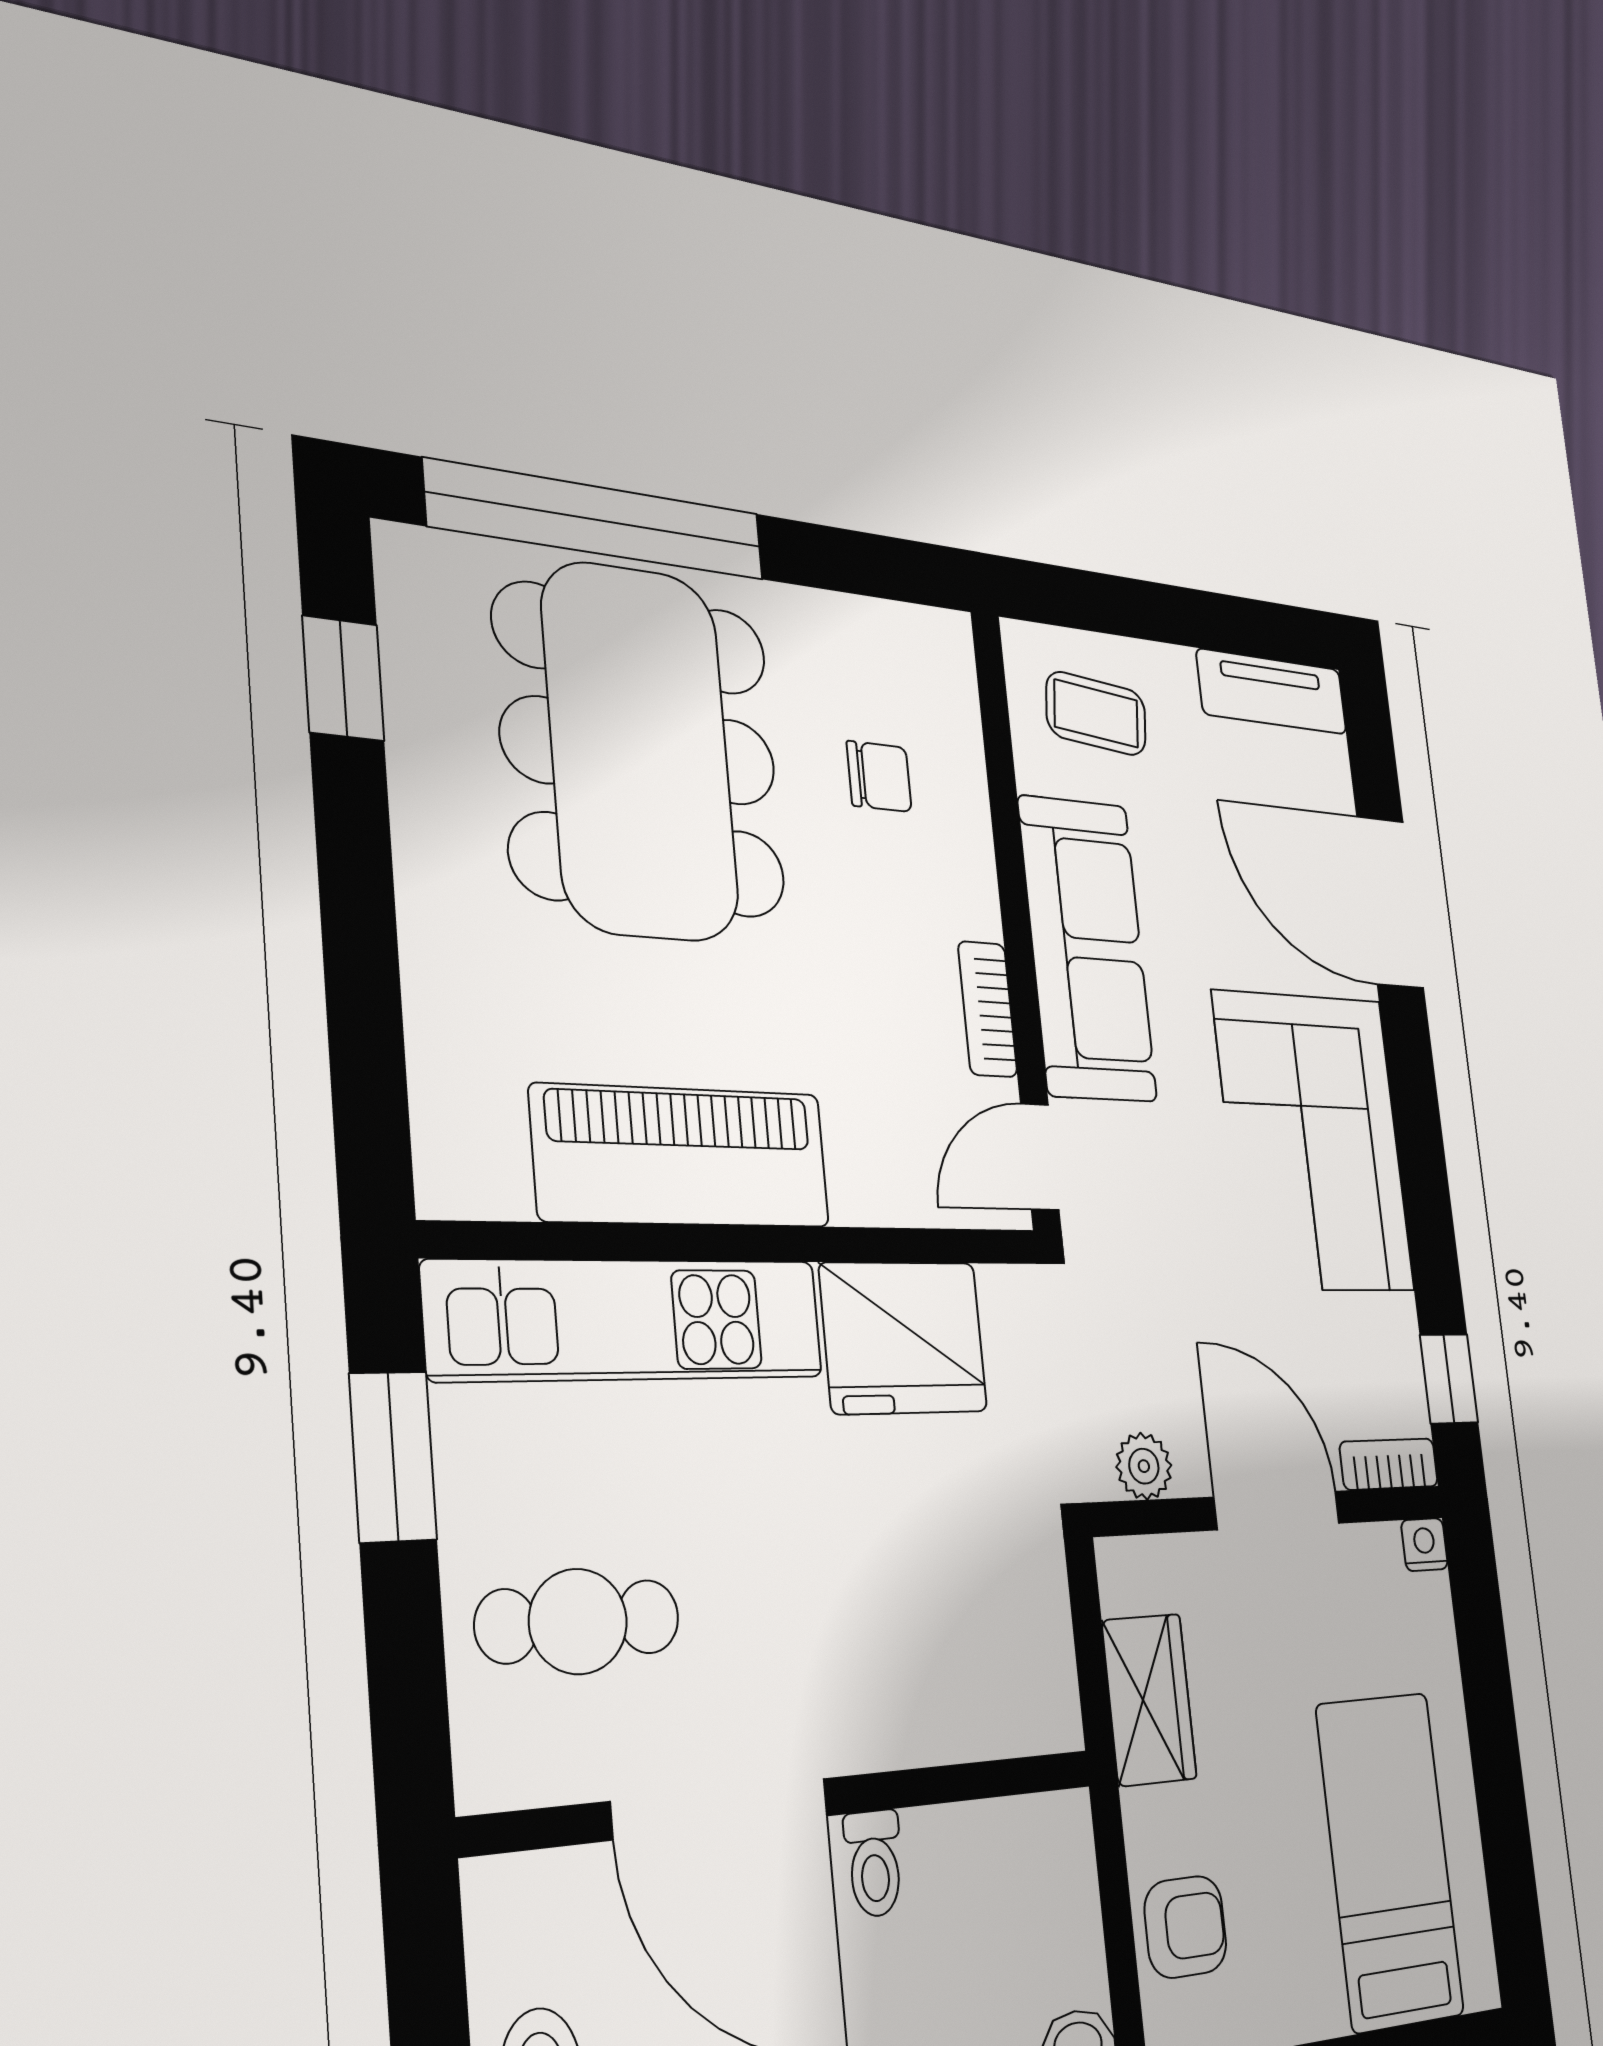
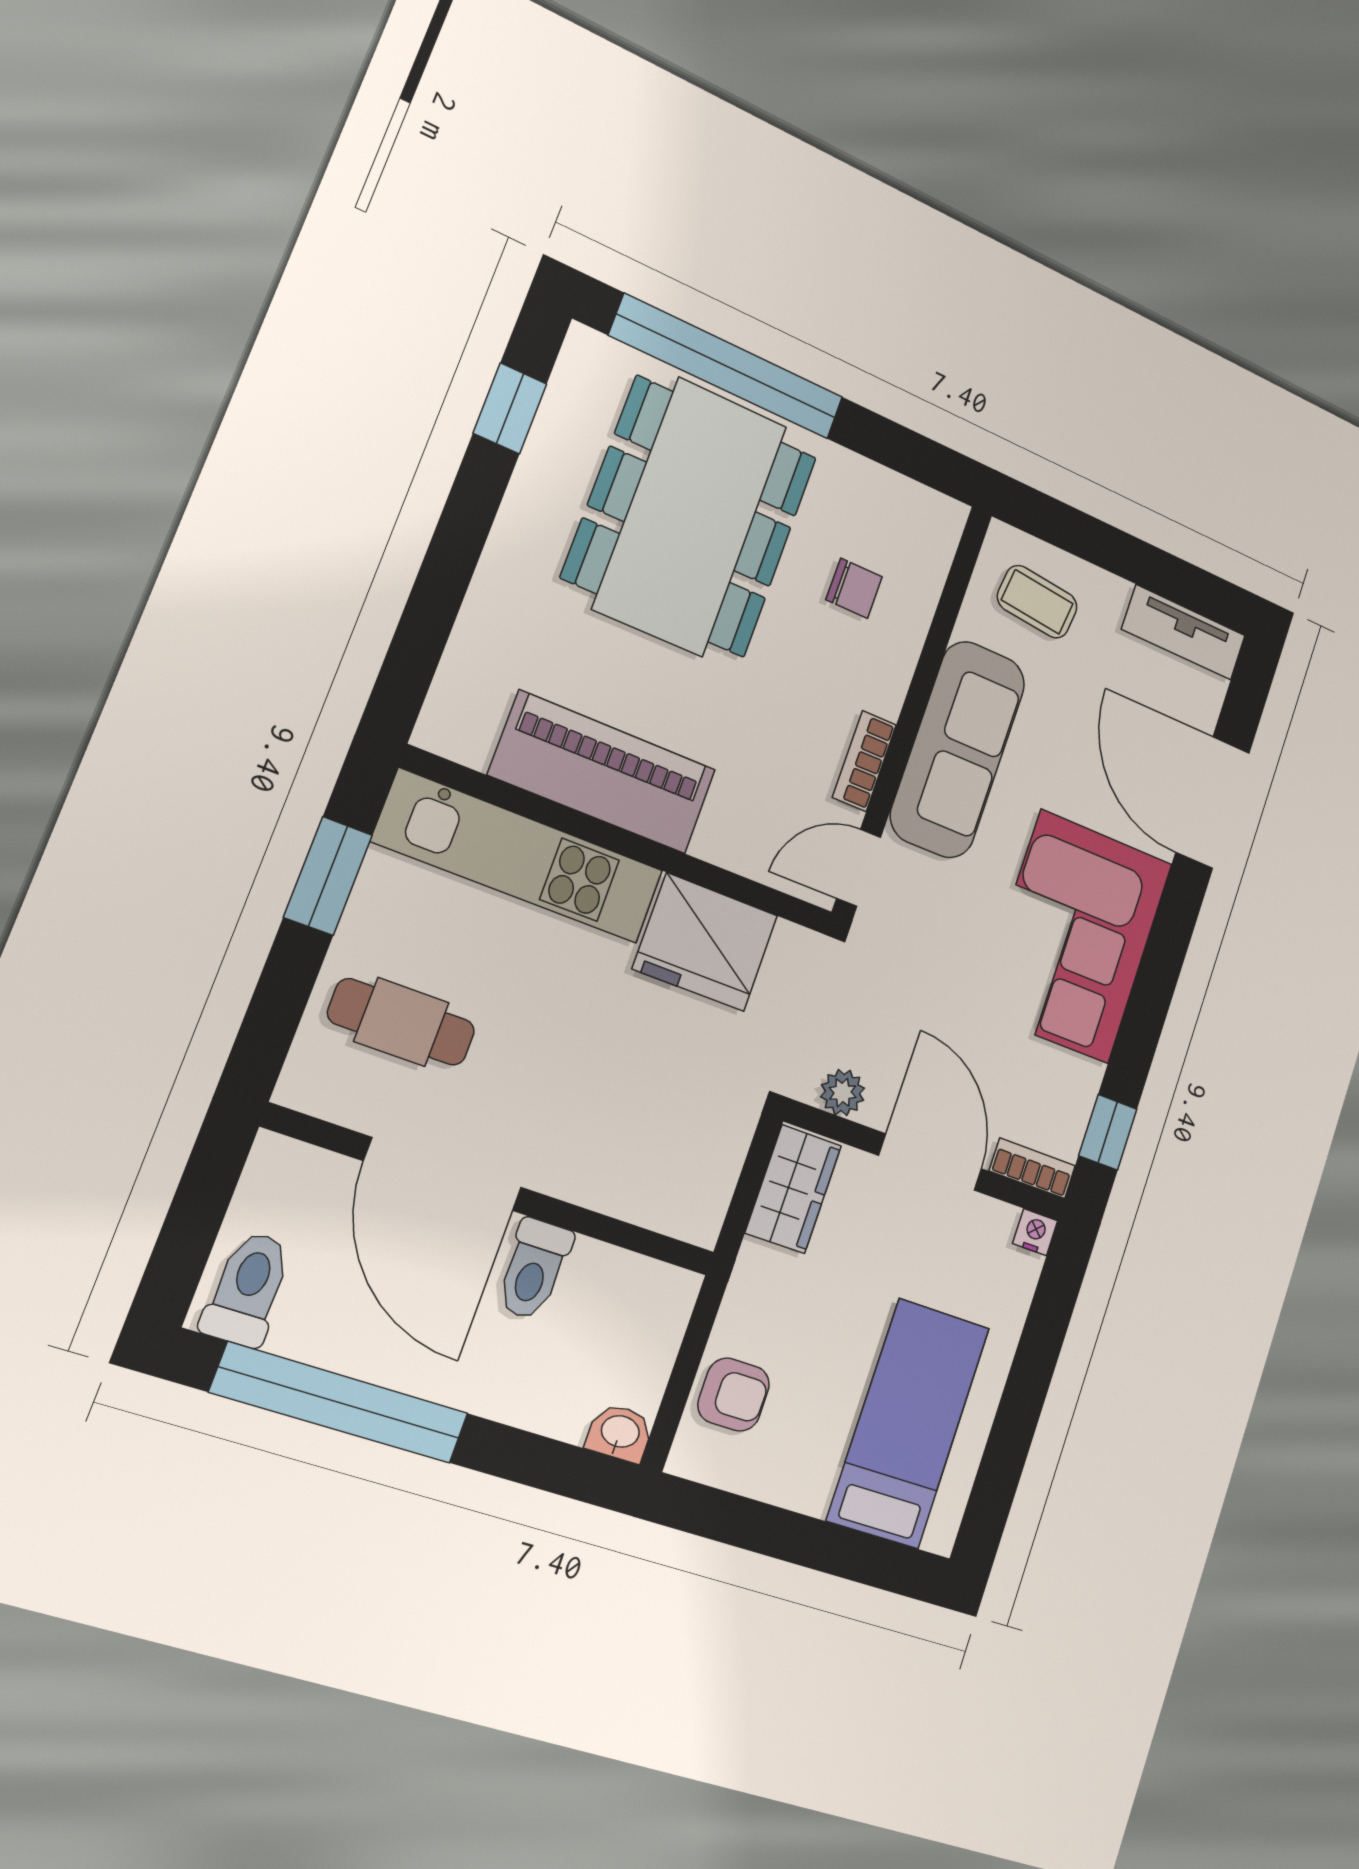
wardrobe: (1149, 1700) -> (793, 1189), moved
toilet: (874, 1863) -> (534, 1269), width x1.37, depth x1.39

